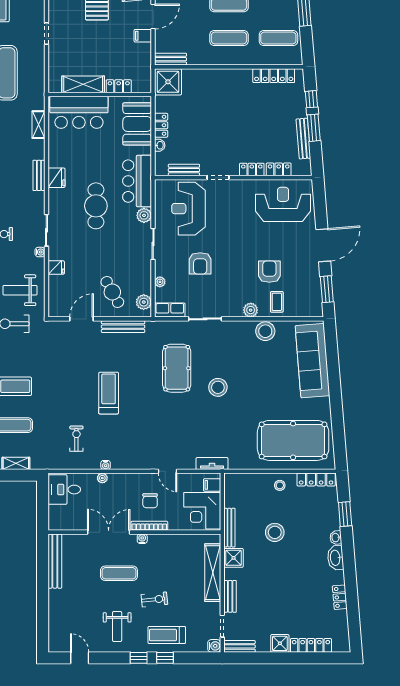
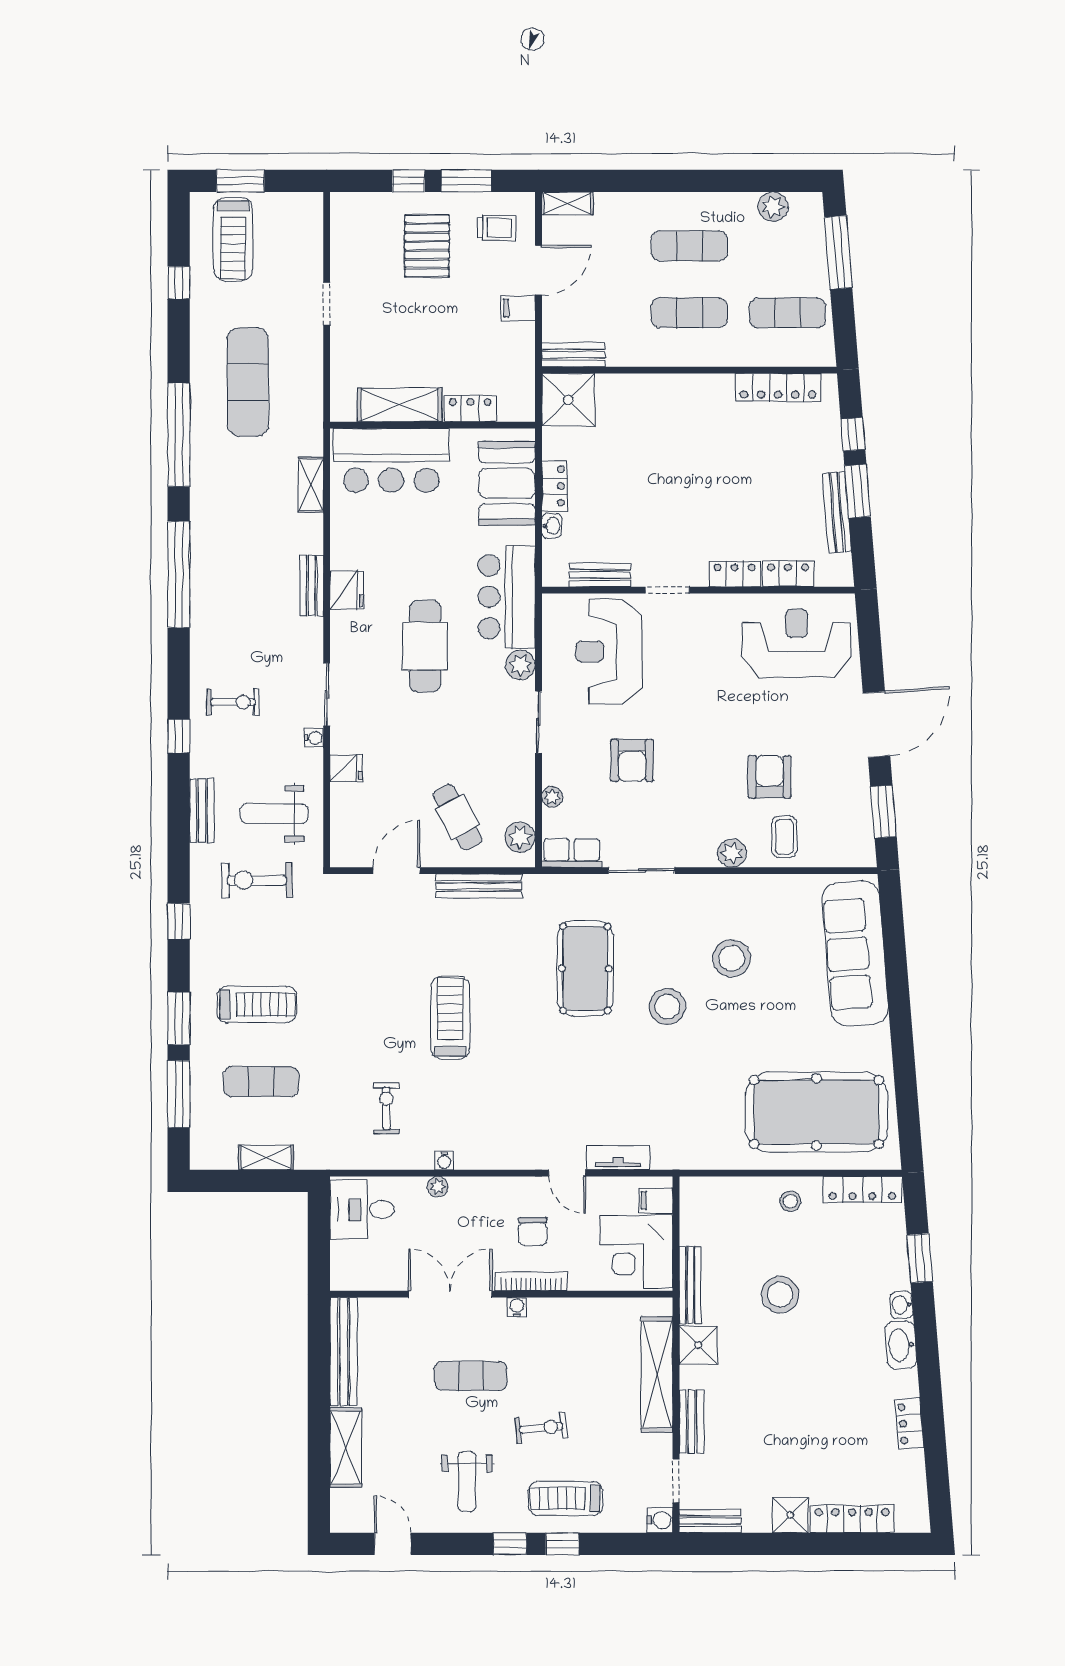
stool: (265, 331) -> (732, 958), moved
tv unit: (212, 463) -> (618, 1158), moved
shelving: (56, 609) -> (346, 1447), added

